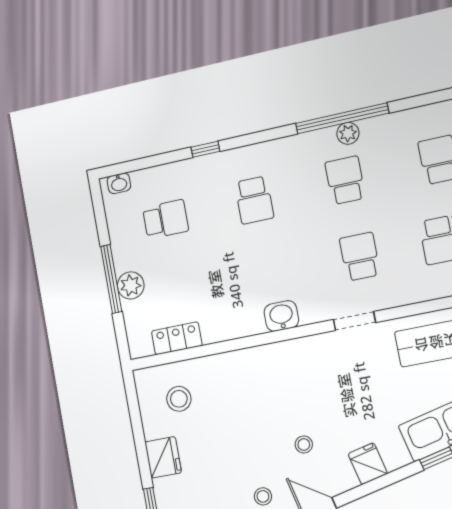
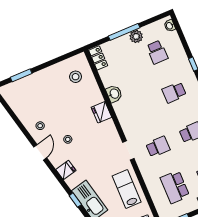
plant: (131, 285) -> (136, 36), moved
washbasin: (281, 316) -> (114, 94), moved
locker: (177, 338) -> (98, 58), moved
fridge: (163, 457) -> (101, 112), moved, turned 90

